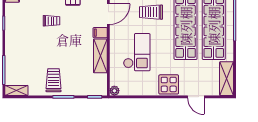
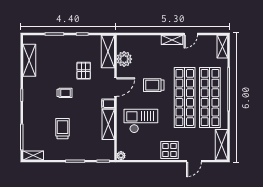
checkout: (137, 52) -> (141, 121), turned -90
trolley: (54, 80) -> (62, 129), moved
door: (196, 97) -> (194, 161), hinge flipped

